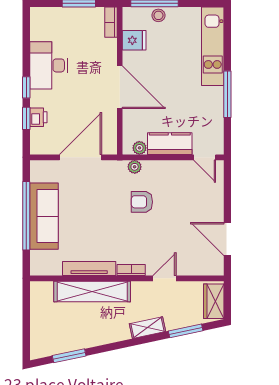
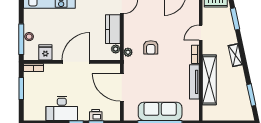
door: (165, 278) -> (201, 33), hinge flipped
shelving: (147, 328) -> (235, 55), moved

